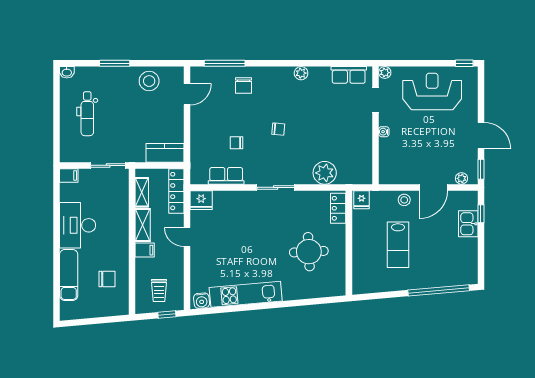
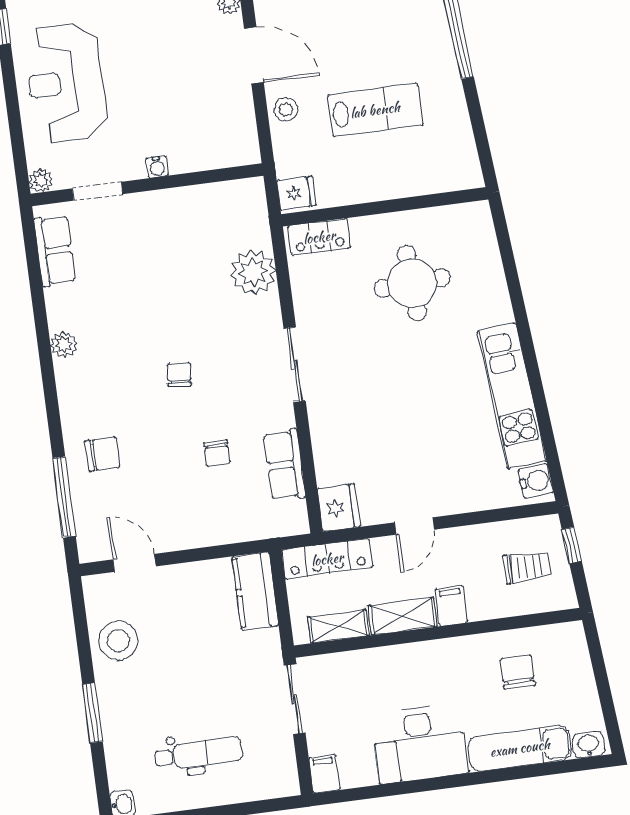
washbasin: (66, 310) -> (588, 745), added

